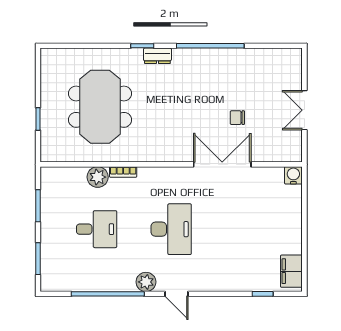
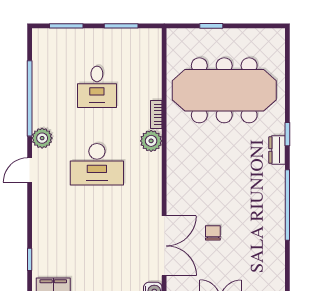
meeting table: (100, 107) -> (224, 90), width x1.36
double door: (222, 164) -> (164, 246), moved
plant: (98, 177) -> (151, 141), moved

